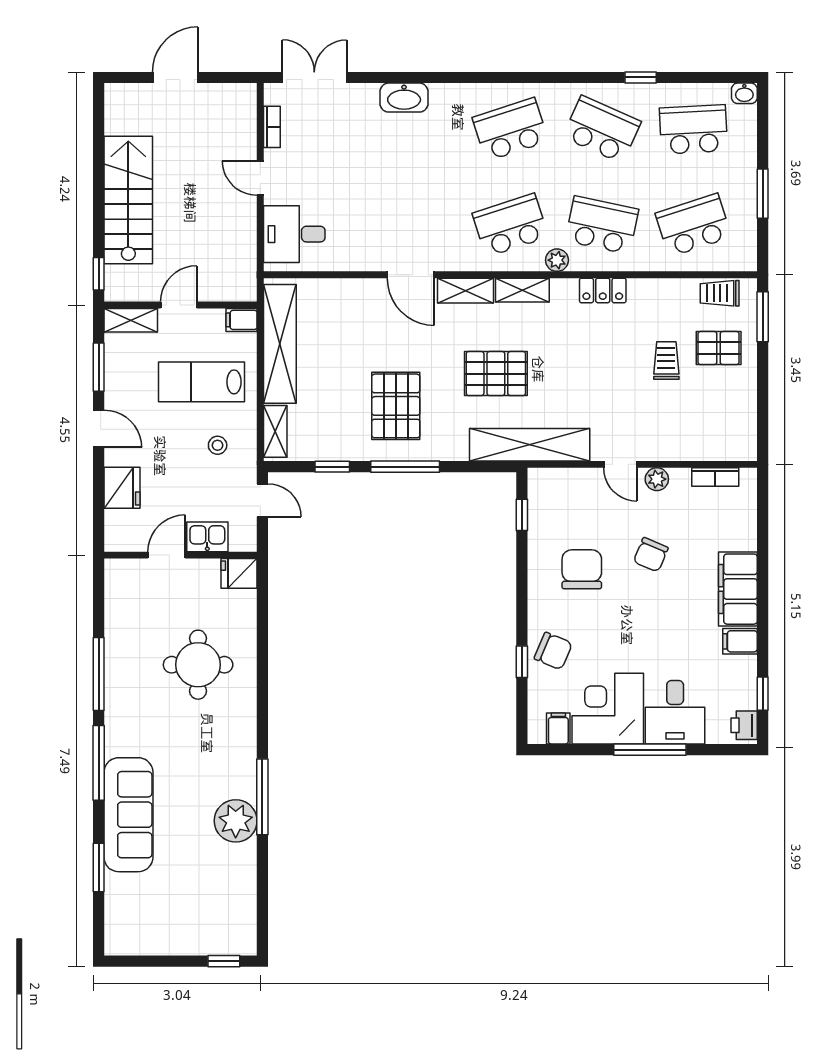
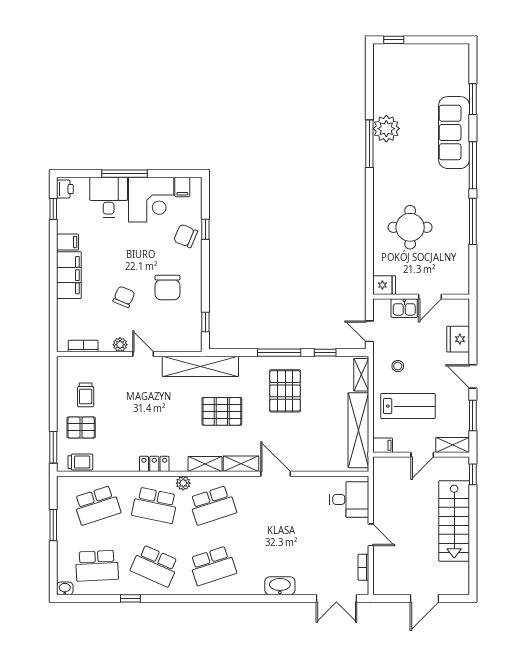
trolley: (666, 361) -> (86, 395), moved

